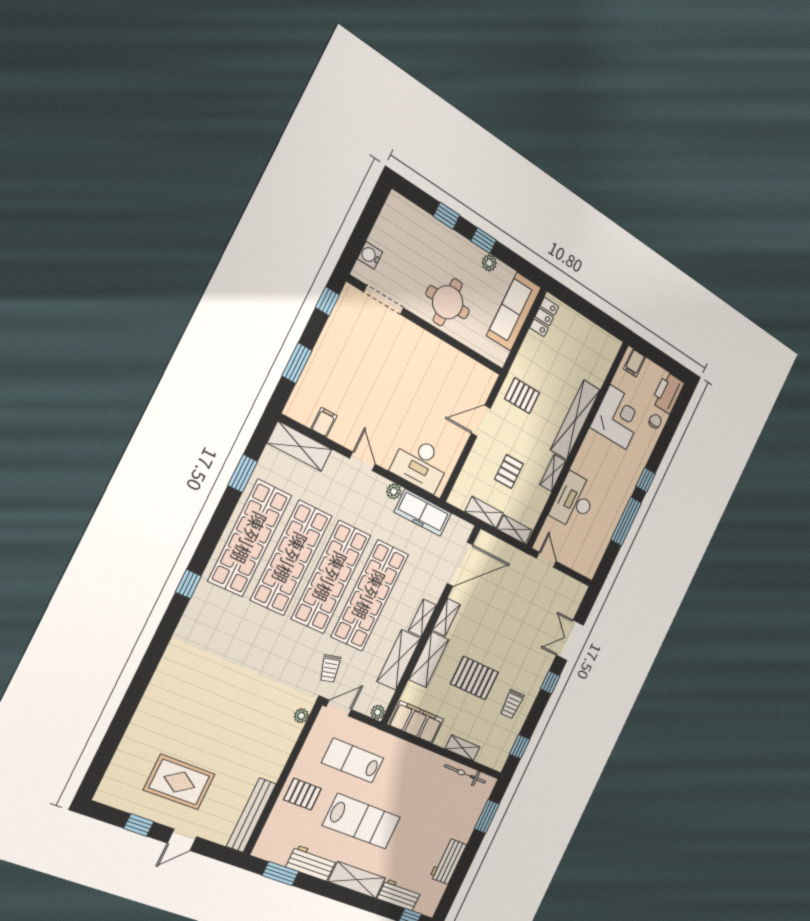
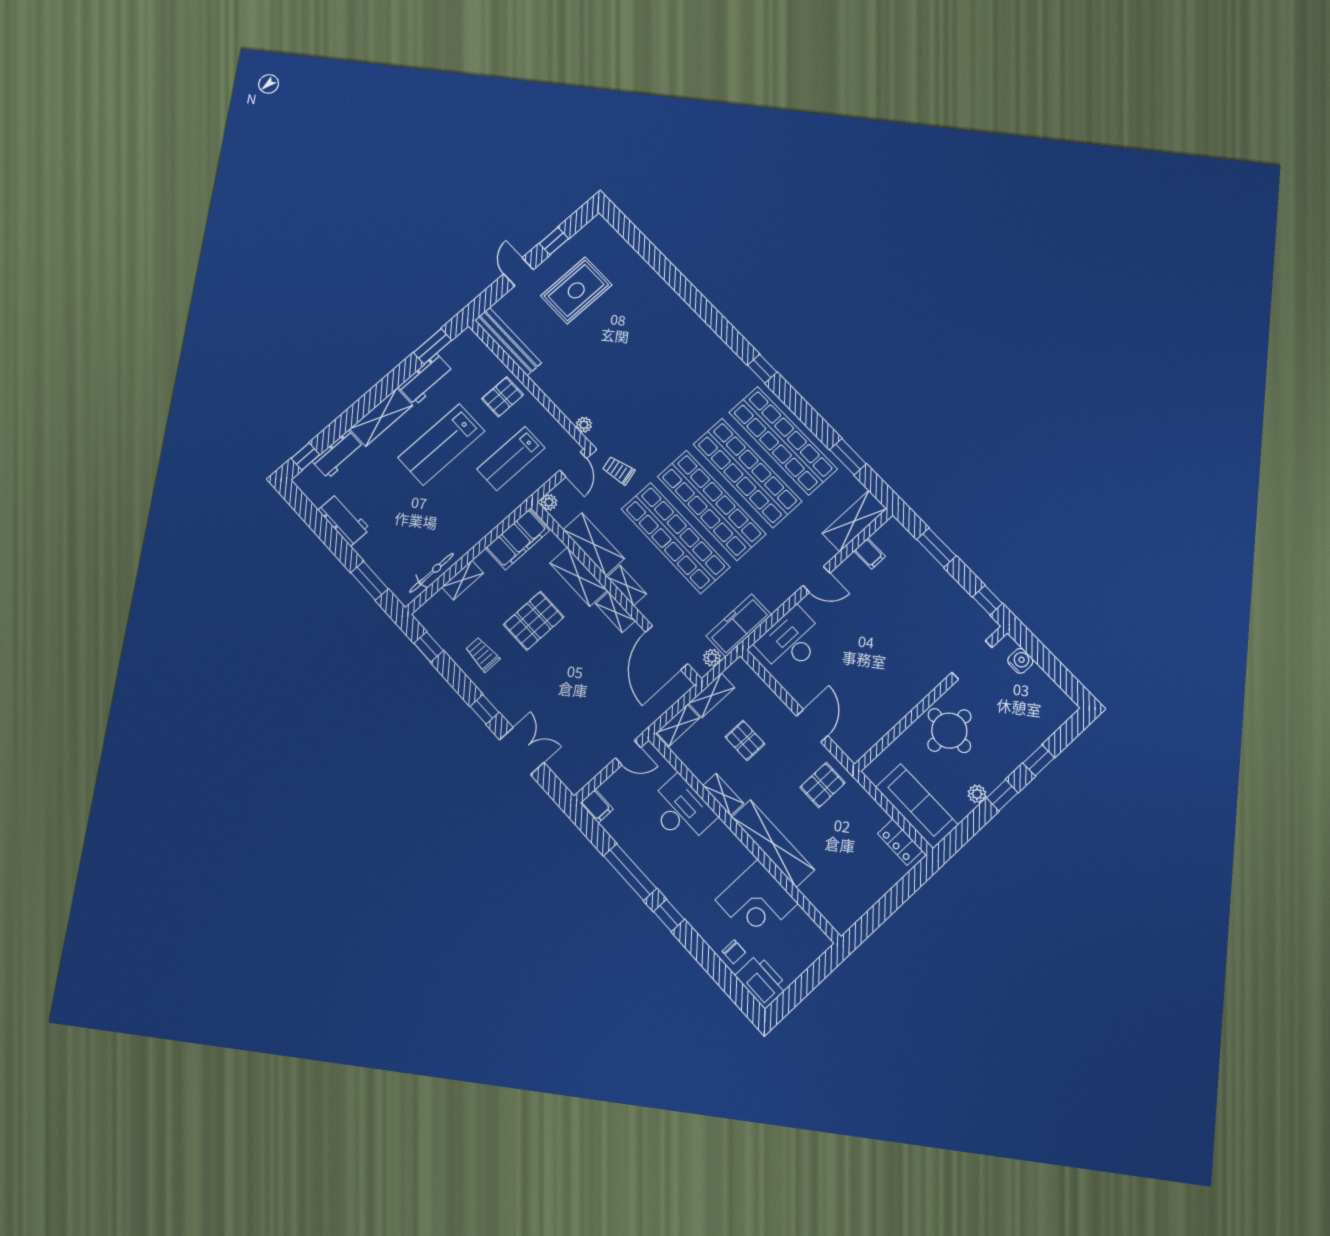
filing cabinet: (635, 363) -> (597, 806), moved, turned 180
plant: (394, 491) -> (712, 658), moved
lab bench: (353, 761) -> (511, 459), turned 180

